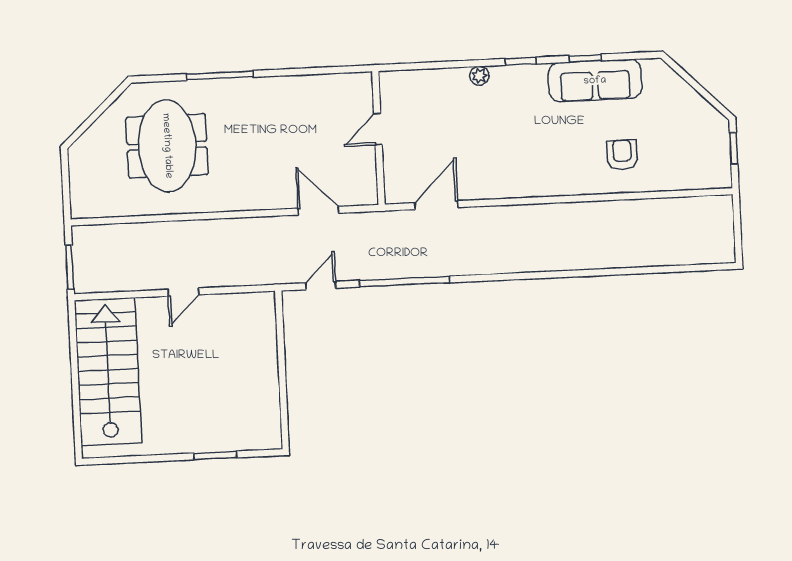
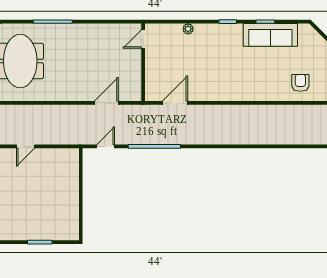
plant: (479, 76) -> (188, 29), moved
door: (378, 129) -> (143, 39), moved
armchair: (622, 155) -> (300, 83), moved
door: (318, 211) -> (106, 103), hinge flipped

